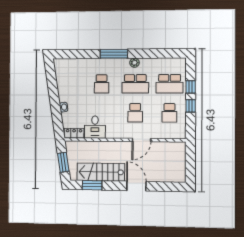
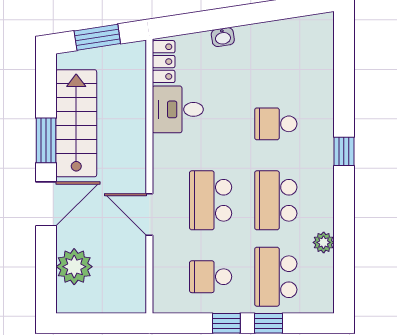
window: (114, 54) -> (344, 151), width x0.46
plant: (134, 63) -> (324, 242), moved
school desk: (135, 113) -> (211, 200), width x1.85
plant: (165, 174) -> (74, 267), added
window: (92, 185) -> (46, 140), moved

